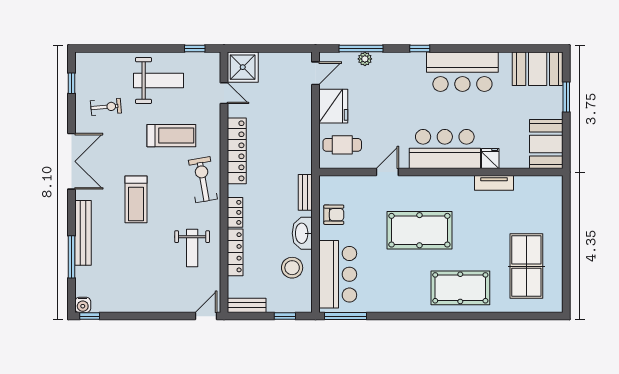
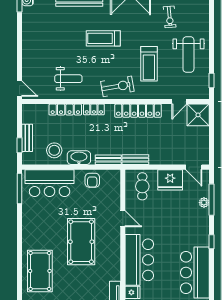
bench: (305, 154) -> (135, 160), added
weight bench: (192, 248) -> (68, 79), turned 180
bench: (247, 305) -> (27, 138), moved

